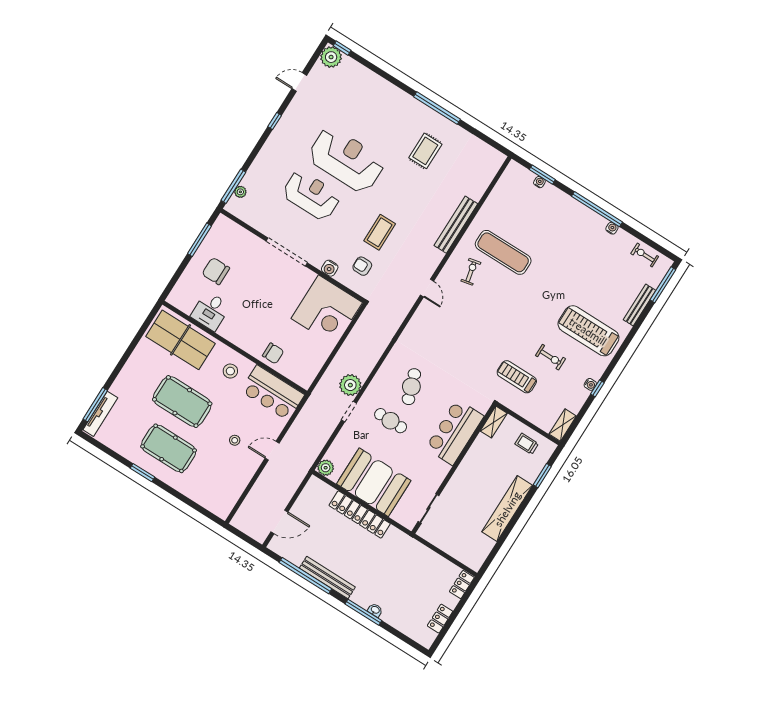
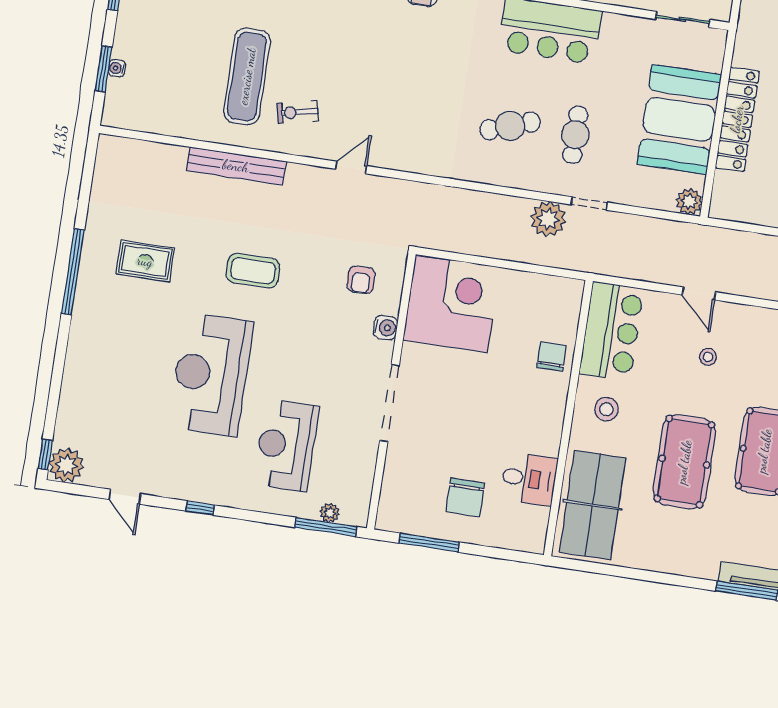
reception desk: (311, 195) -> (286, 445), moved
coffee table: (380, 232) -> (253, 271), moved

